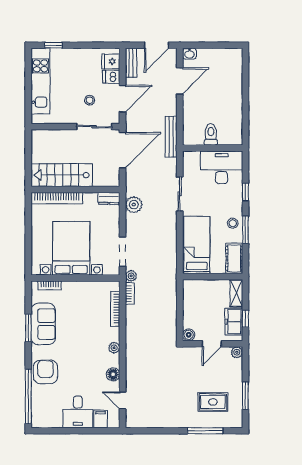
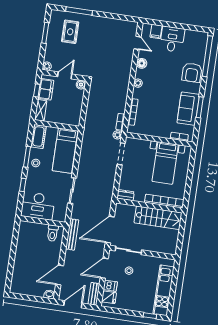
toilet: (211, 134) -> (53, 233), moved
plant: (134, 205) -> (108, 188), removed
bed with nightstands: (71, 248) -> (165, 163), width x0.73
rug: (213, 402) -> (70, 32), turned 90

